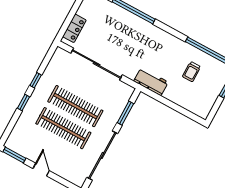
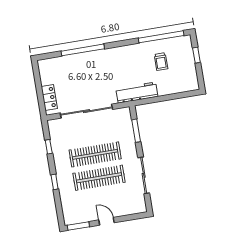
window: (36, 80) -> (49, 147), moved
workbench: (151, 82) -> (137, 93), width x1.38
sliding door: (102, 156) -> (144, 175), width x0.73

